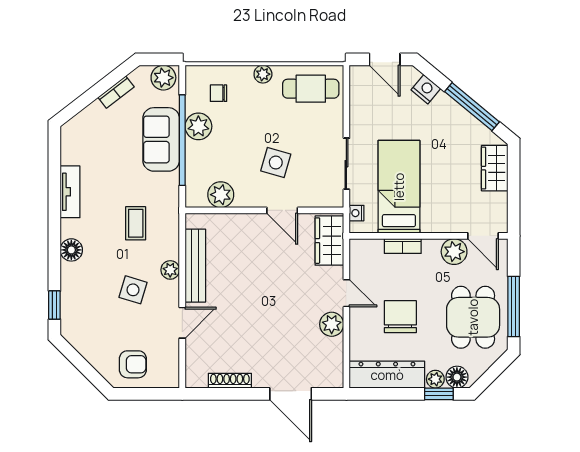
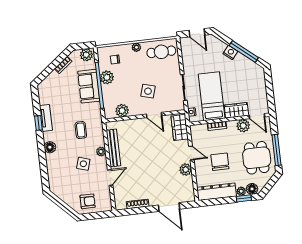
nightstand: (426, 89) -> (230, 52), moved
wardrobe: (495, 168) -> (236, 110), moved, turned 90
window: (54, 305) -> (38, 123), moved

